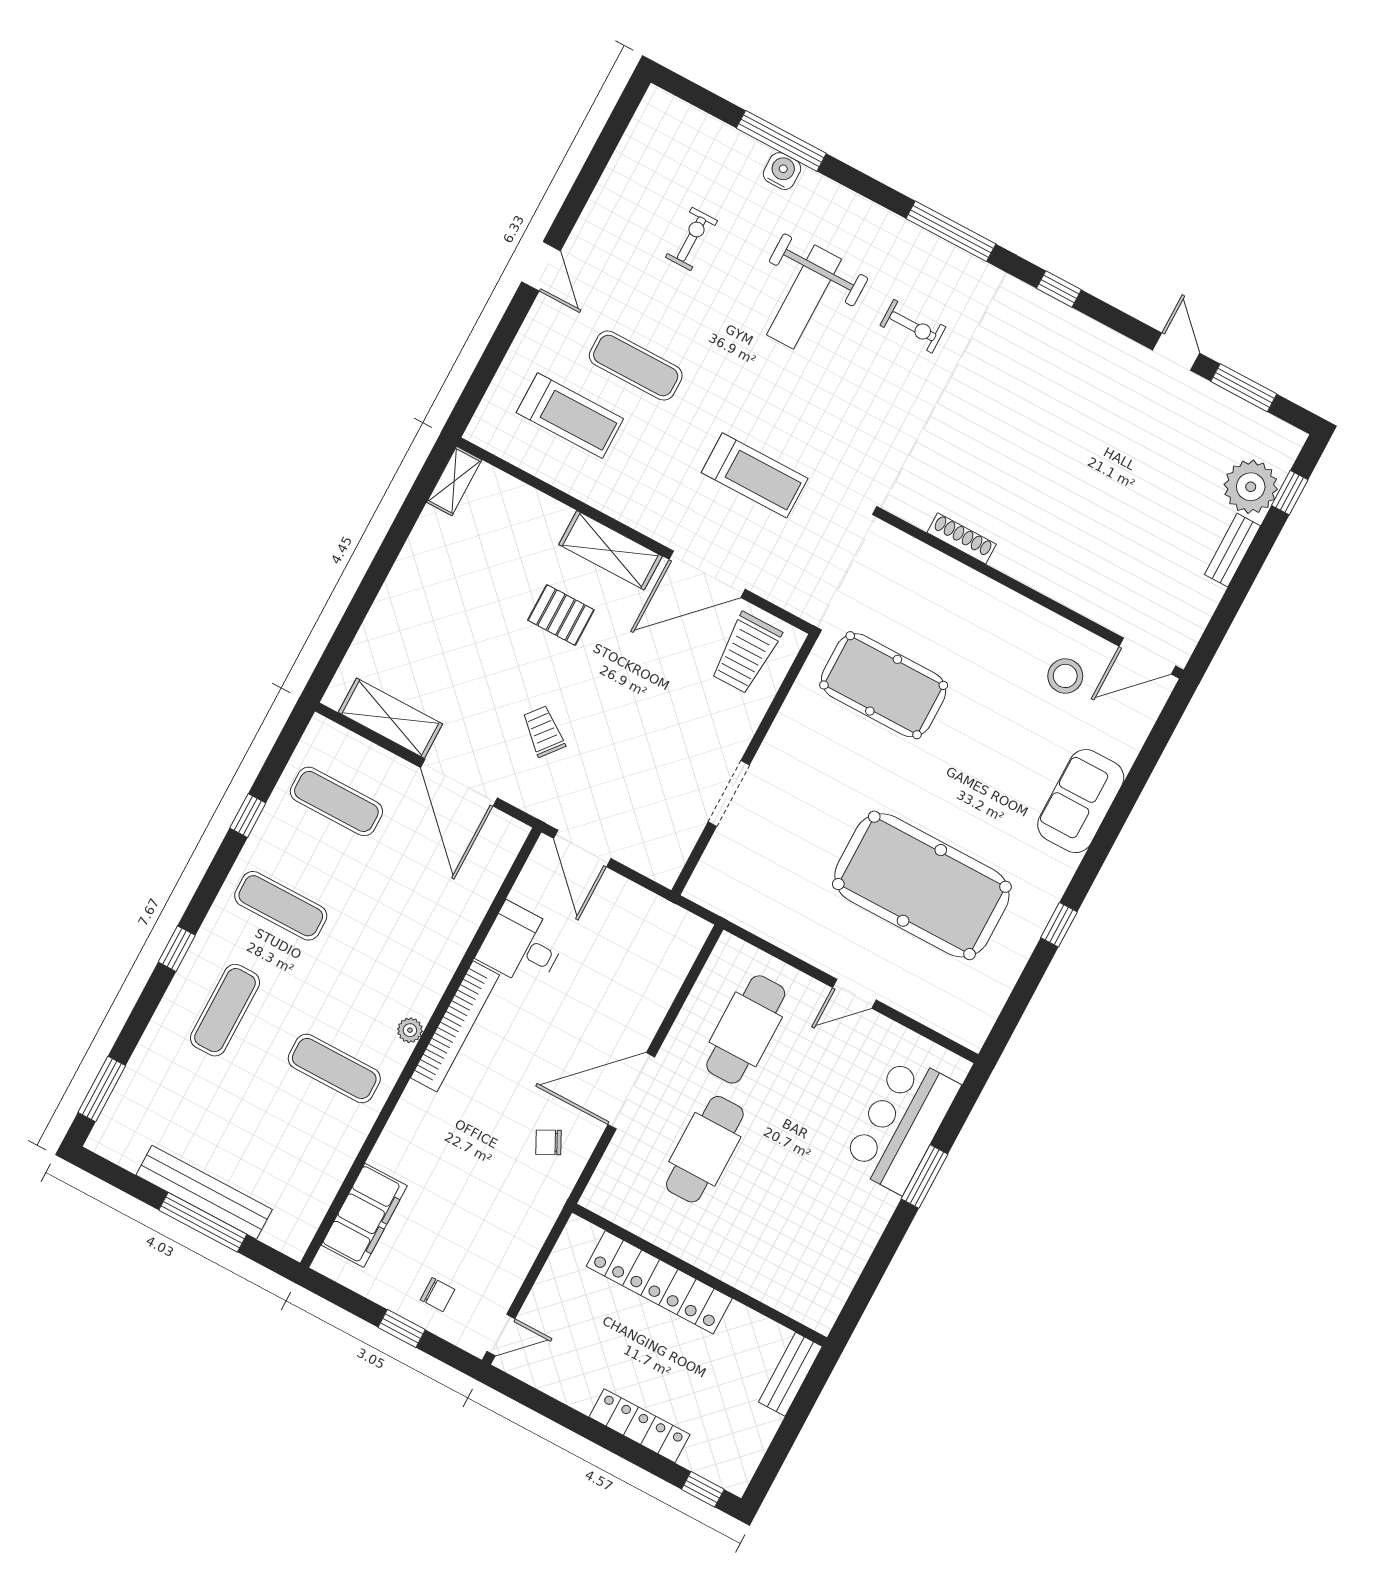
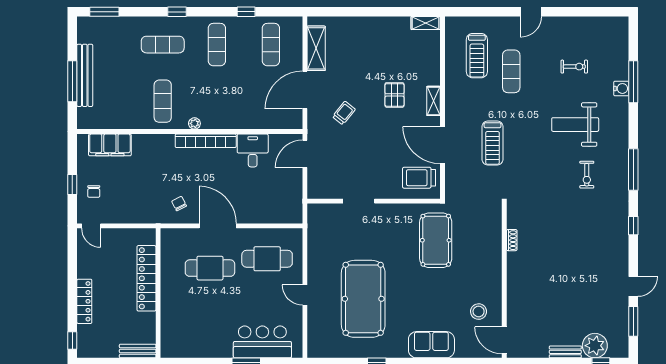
shoe rack: (962, 538) -> (512, 240), width x0.70
shelving: (610, 550) -> (433, 101), width x0.67, depth x0.75

